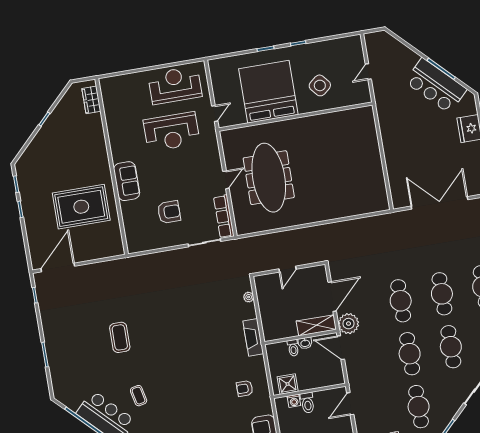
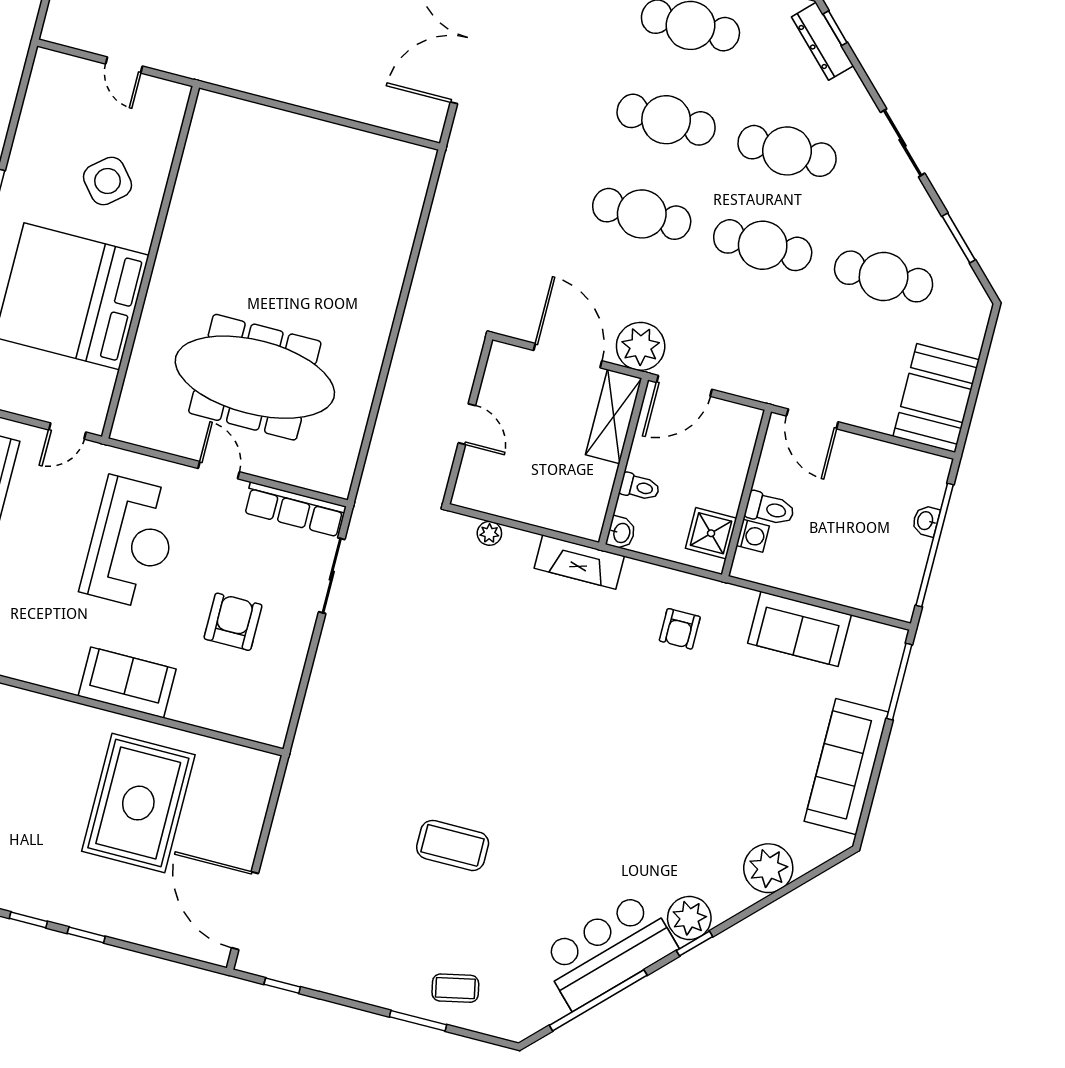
door: (215, 114) -> (67, 431), swing flipped
reception desk: (172, 132) -> (131, 542), moved
washbasin: (305, 343) -> (621, 533), moved
coffee table: (139, 396) -> (455, 988), moved

